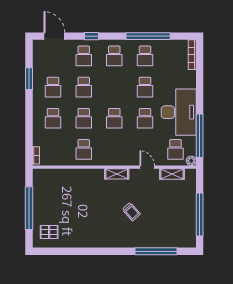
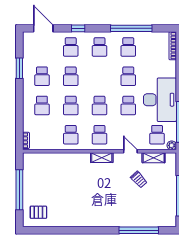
school desk: (114, 149) -> (100, 135), added
trolley: (131, 212) -> (139, 180), moved

